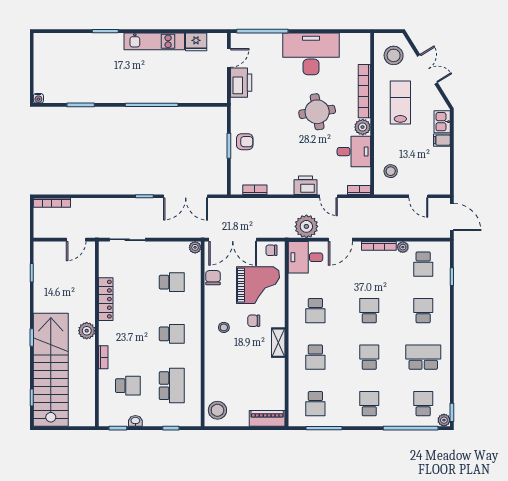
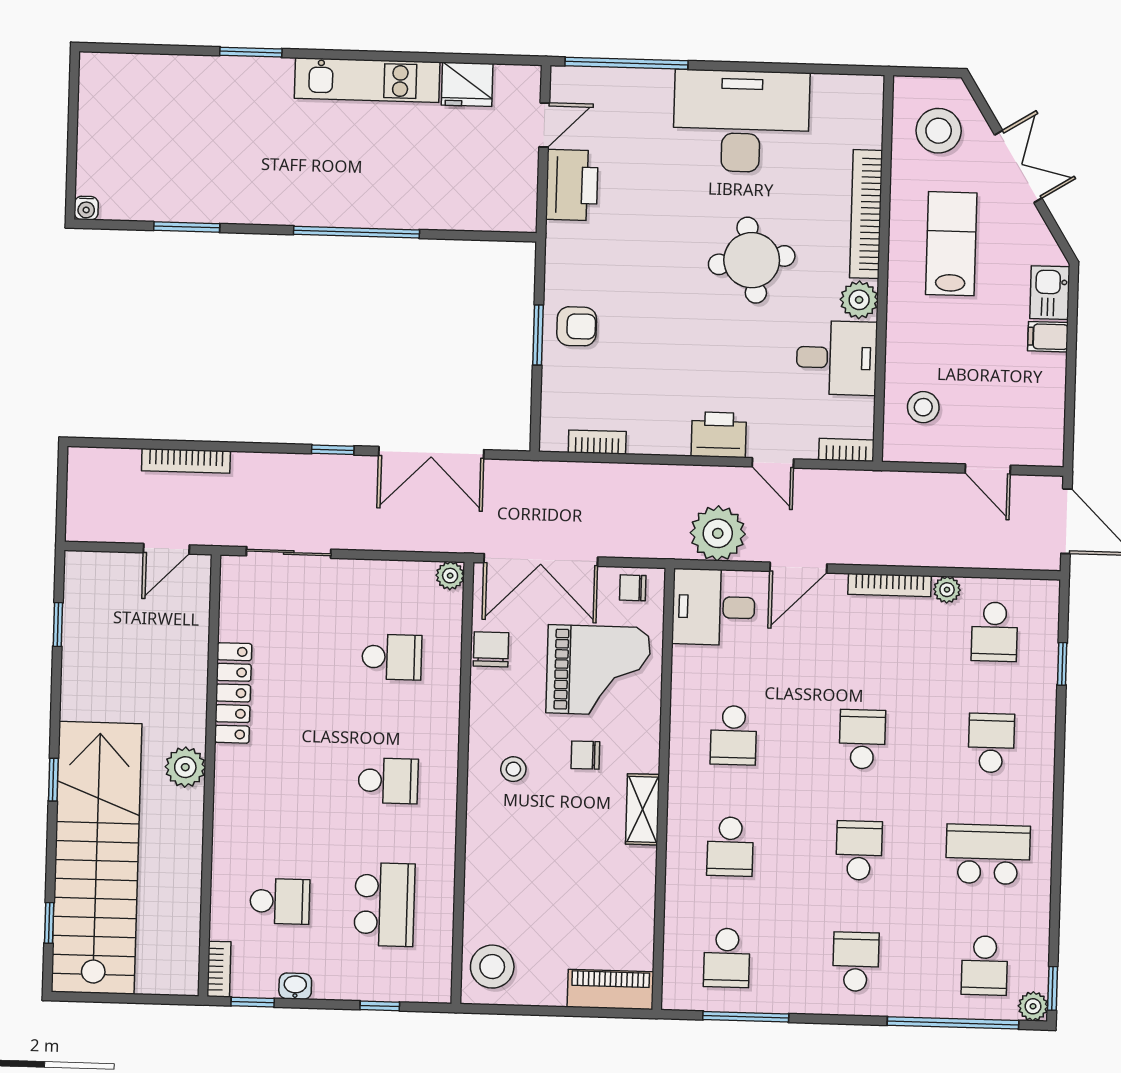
bookcase: (52, 203) -> (186, 461), moved
bookcase: (103, 357) -> (219, 969), moved
school desk: (423, 404) -> (985, 965), turned 180

